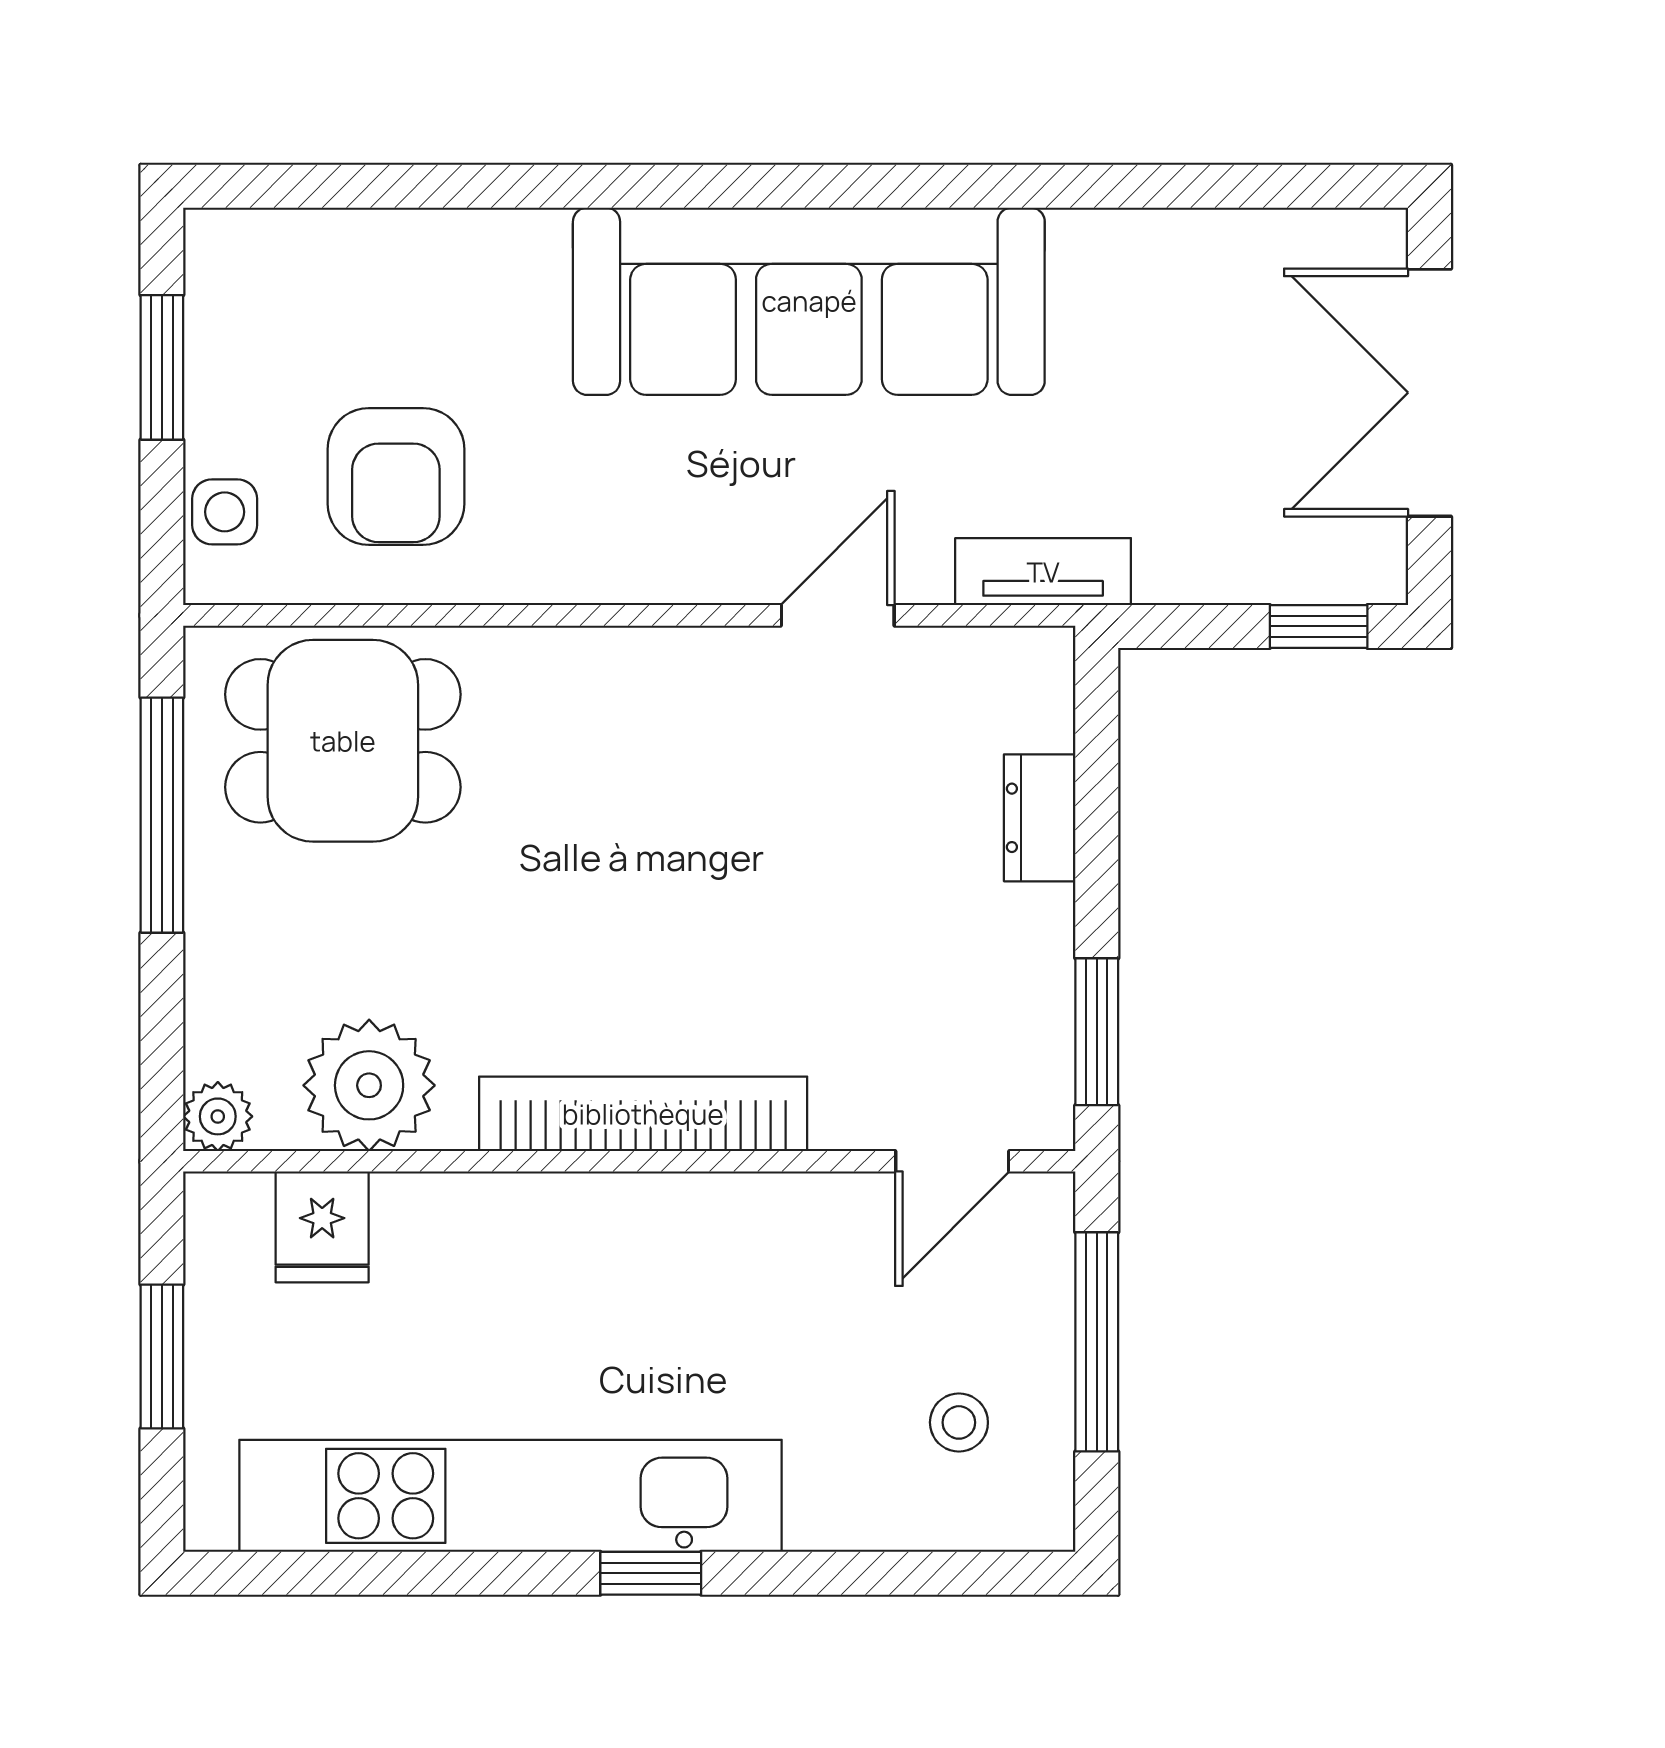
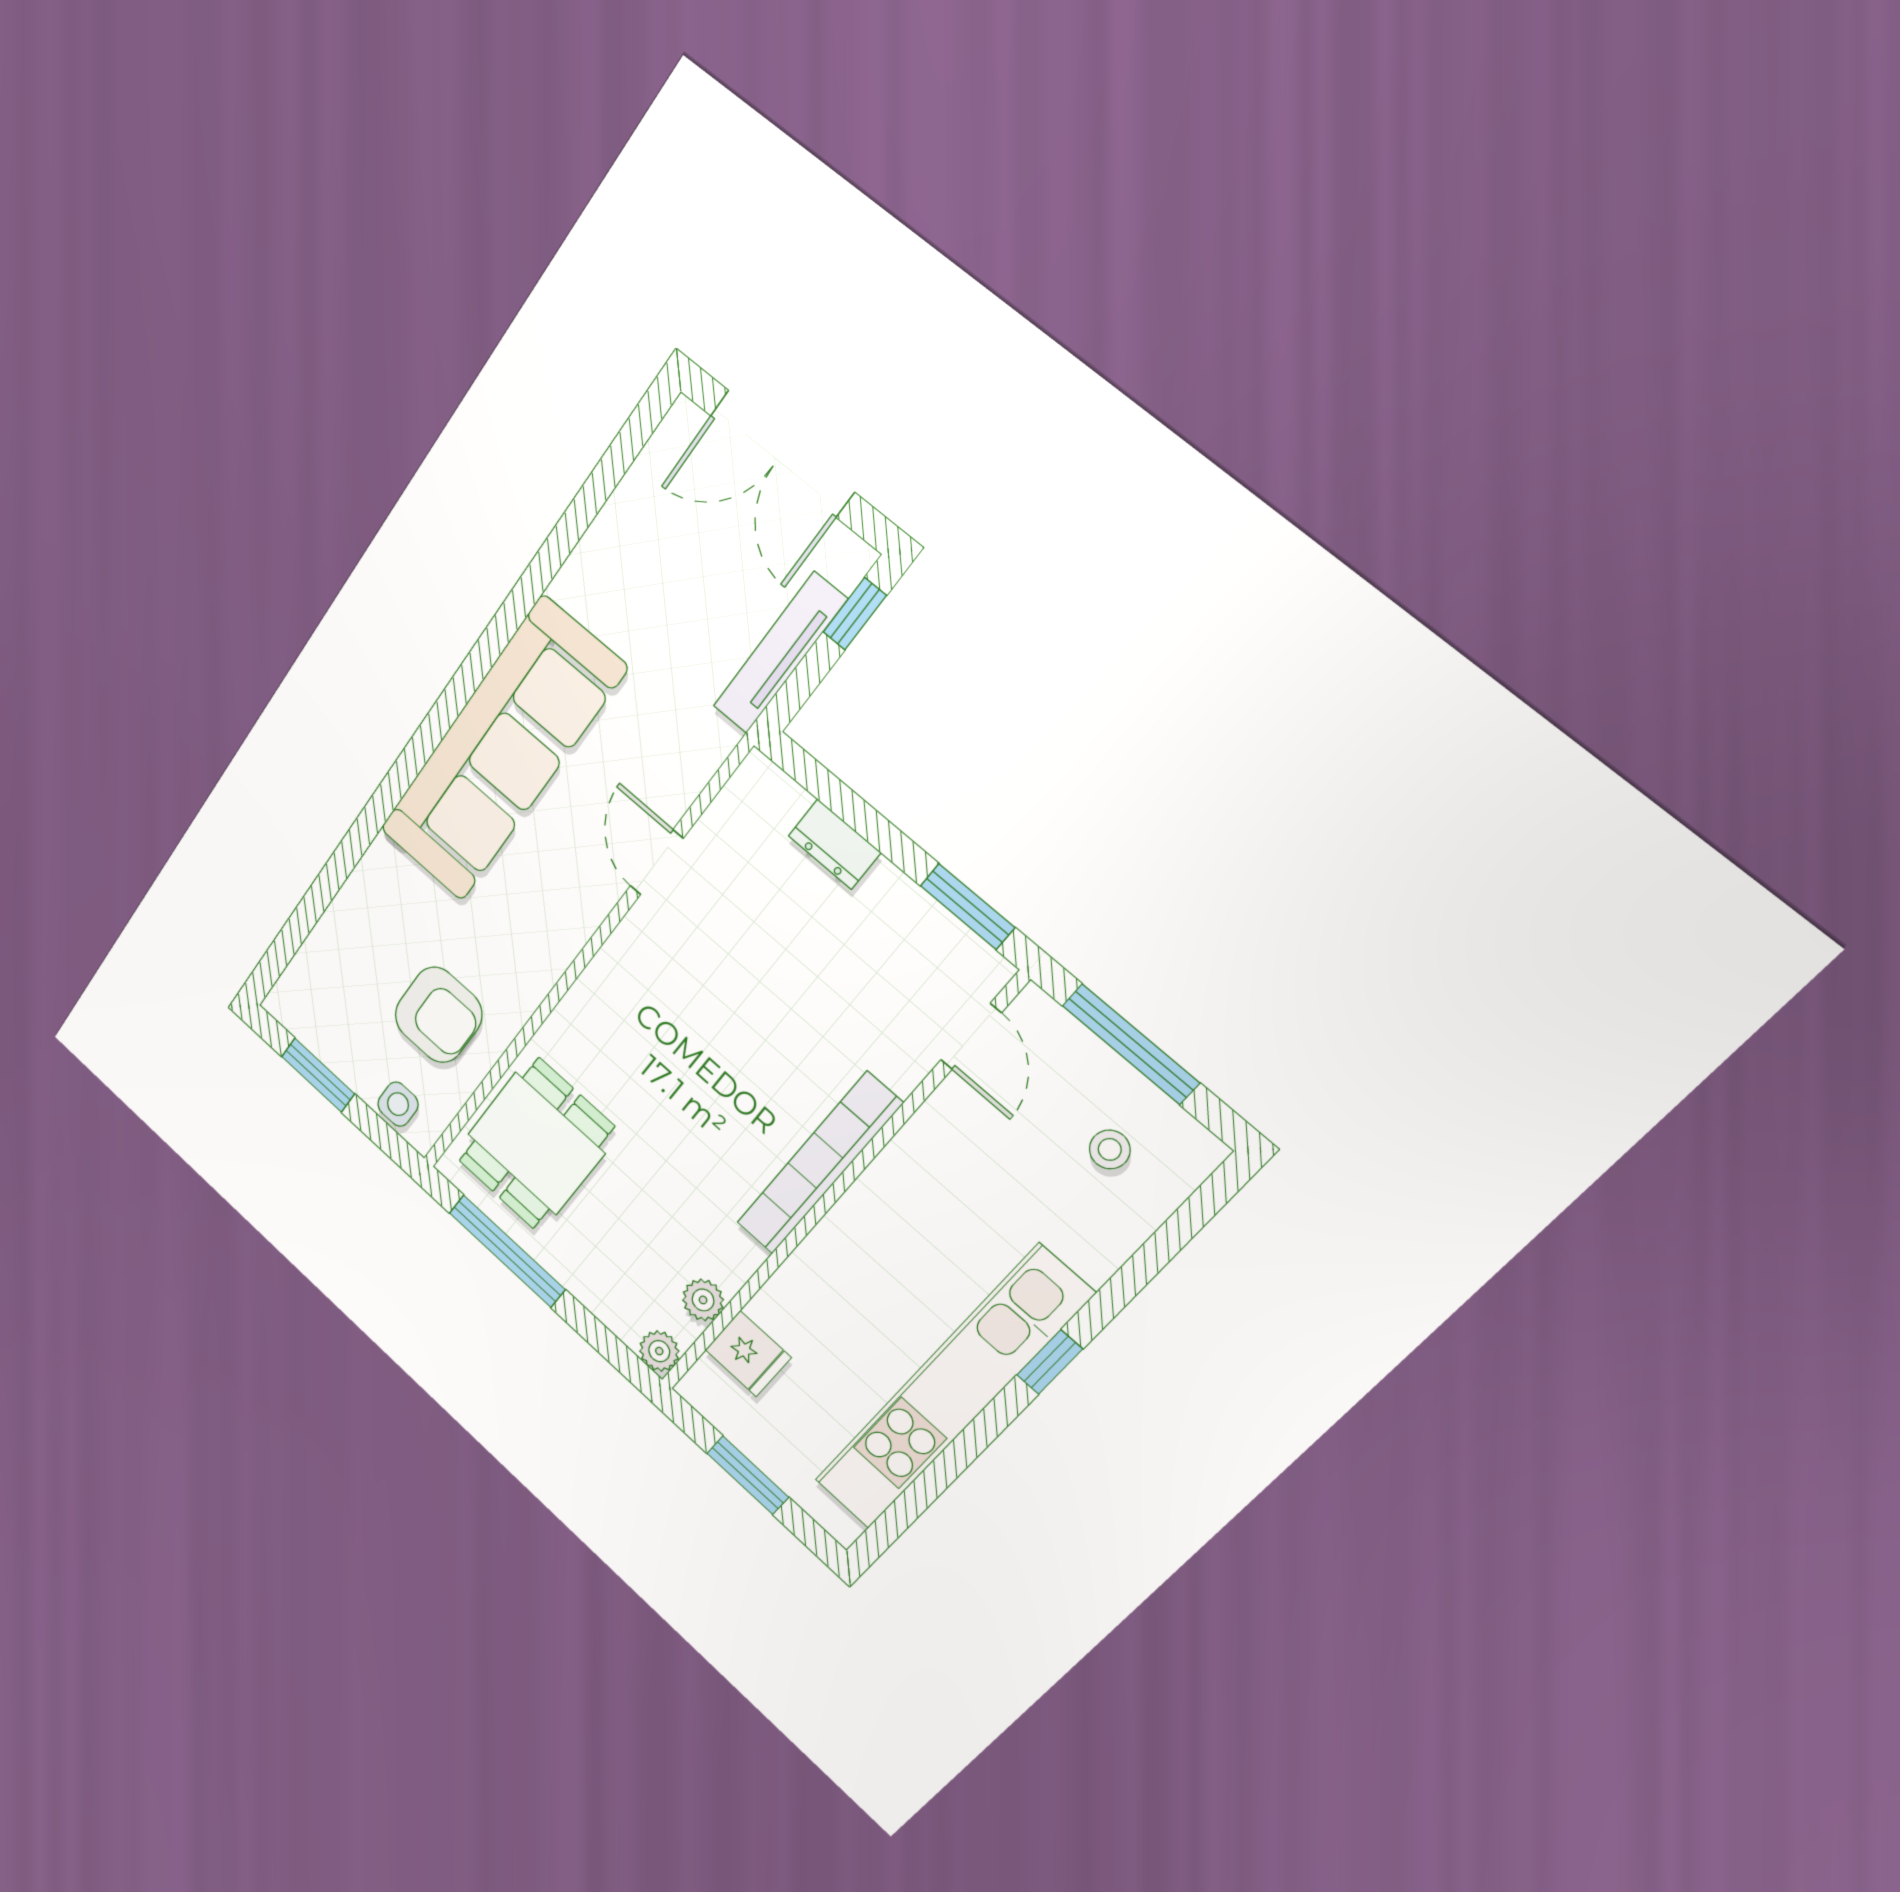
tv unit: (1043, 572) -> (780, 653), moved, width x1.41
plant: (369, 1085) -> (703, 1300), width x0.53, depth x0.53

